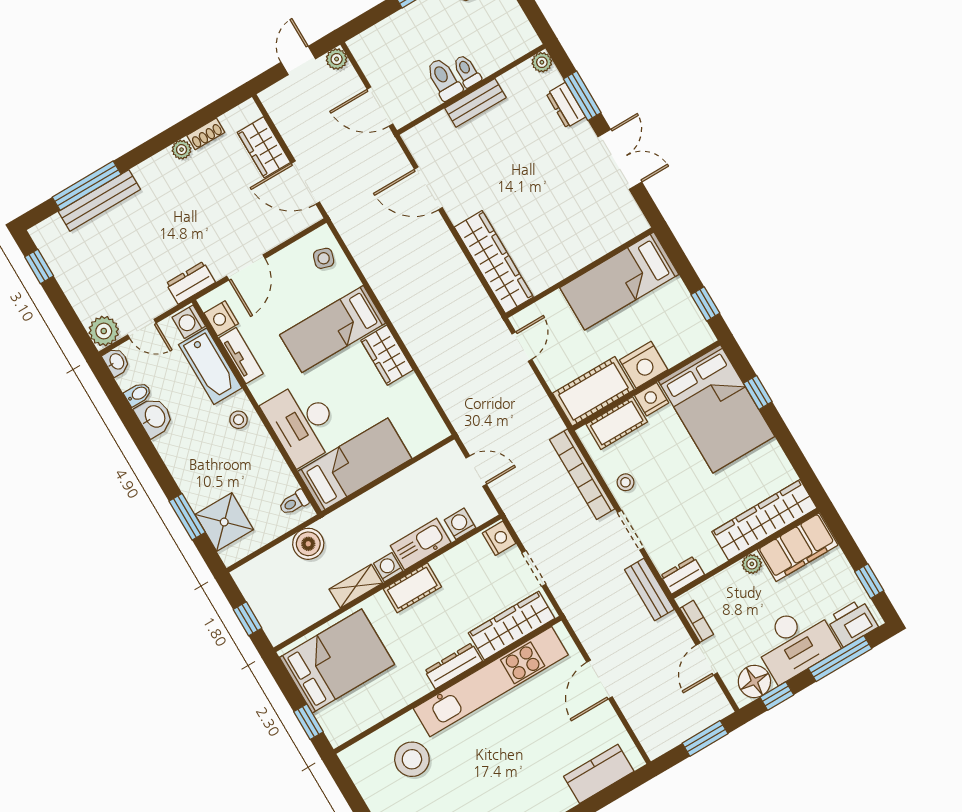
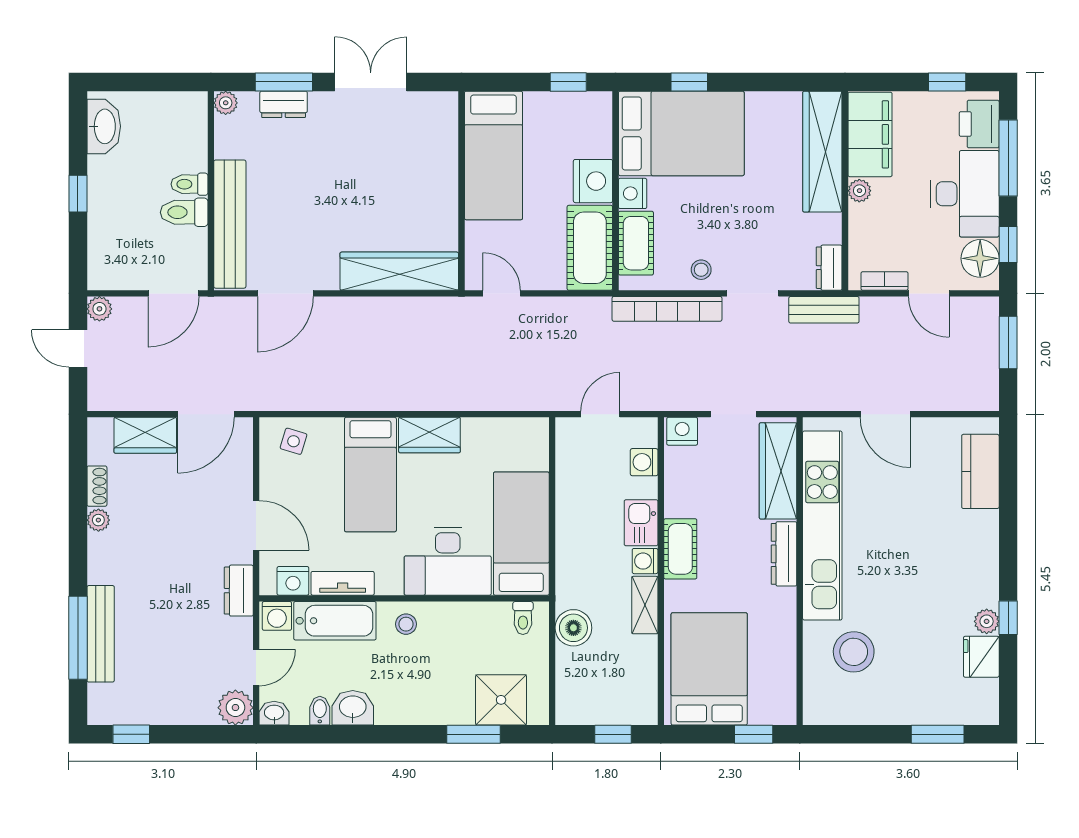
bench: (475, 103) -> (230, 224), width x1.86, depth x1.21
kitchen sink: (421, 544) -> (641, 523), width x0.73

